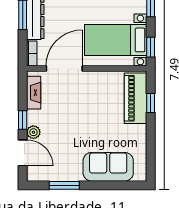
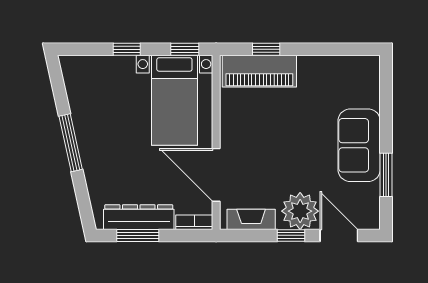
plant: (33, 132) -> (300, 211), width x1.87, depth x1.87
door: (23, 153) -> (339, 235), hinge flipped
sofa: (108, 167) -> (359, 145), moved

